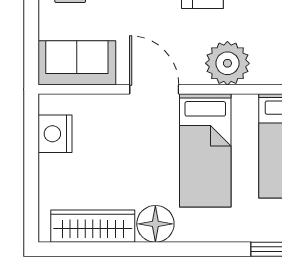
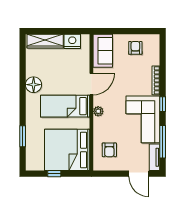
plant: (227, 63) -> (98, 111), width x0.53, depth x0.53
wardrobe: (93, 226) -> (45, 41), moved, turned 90

